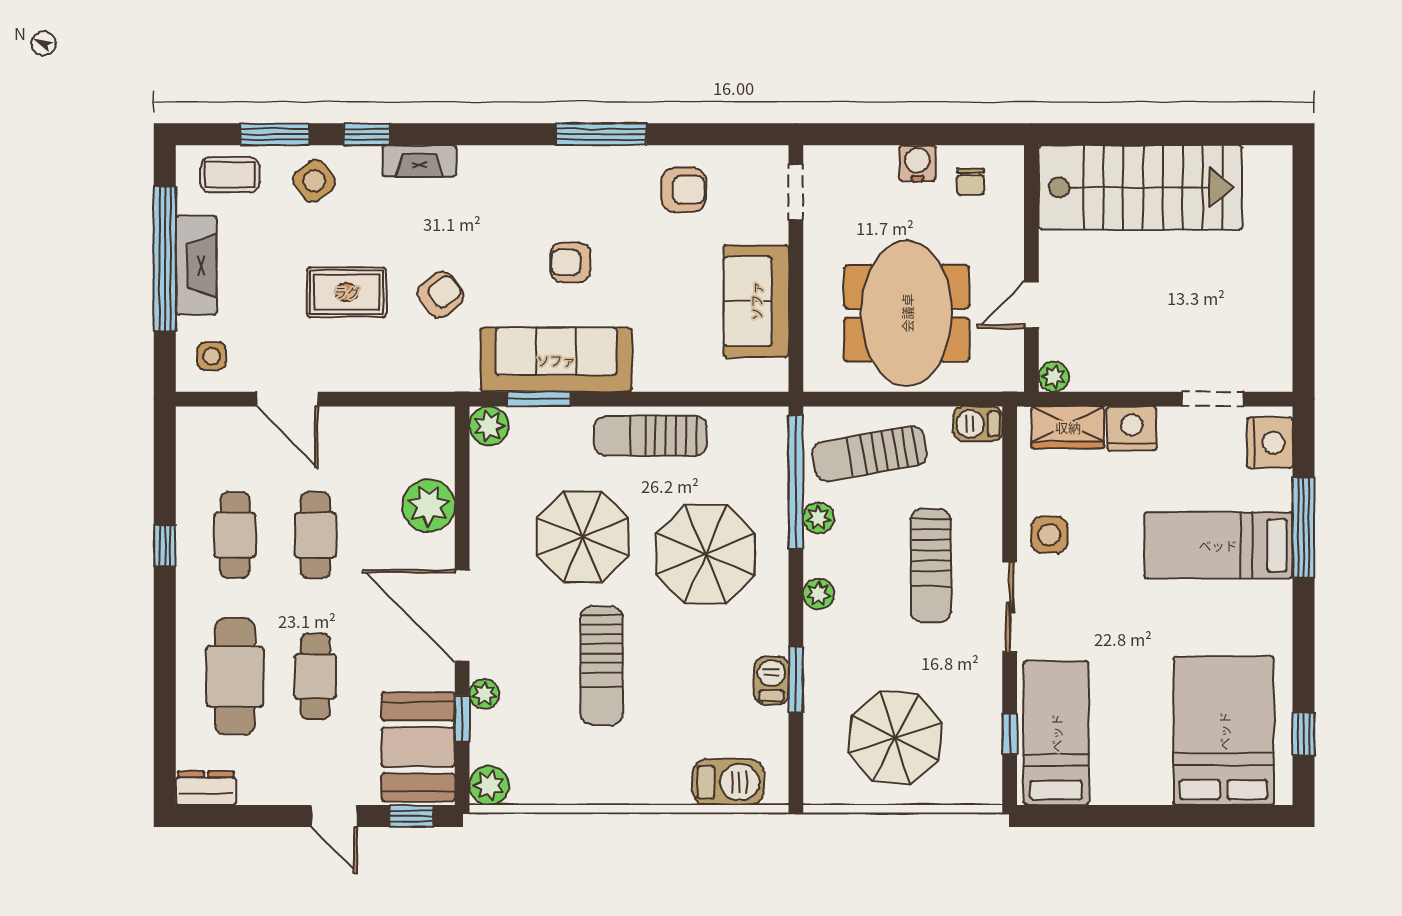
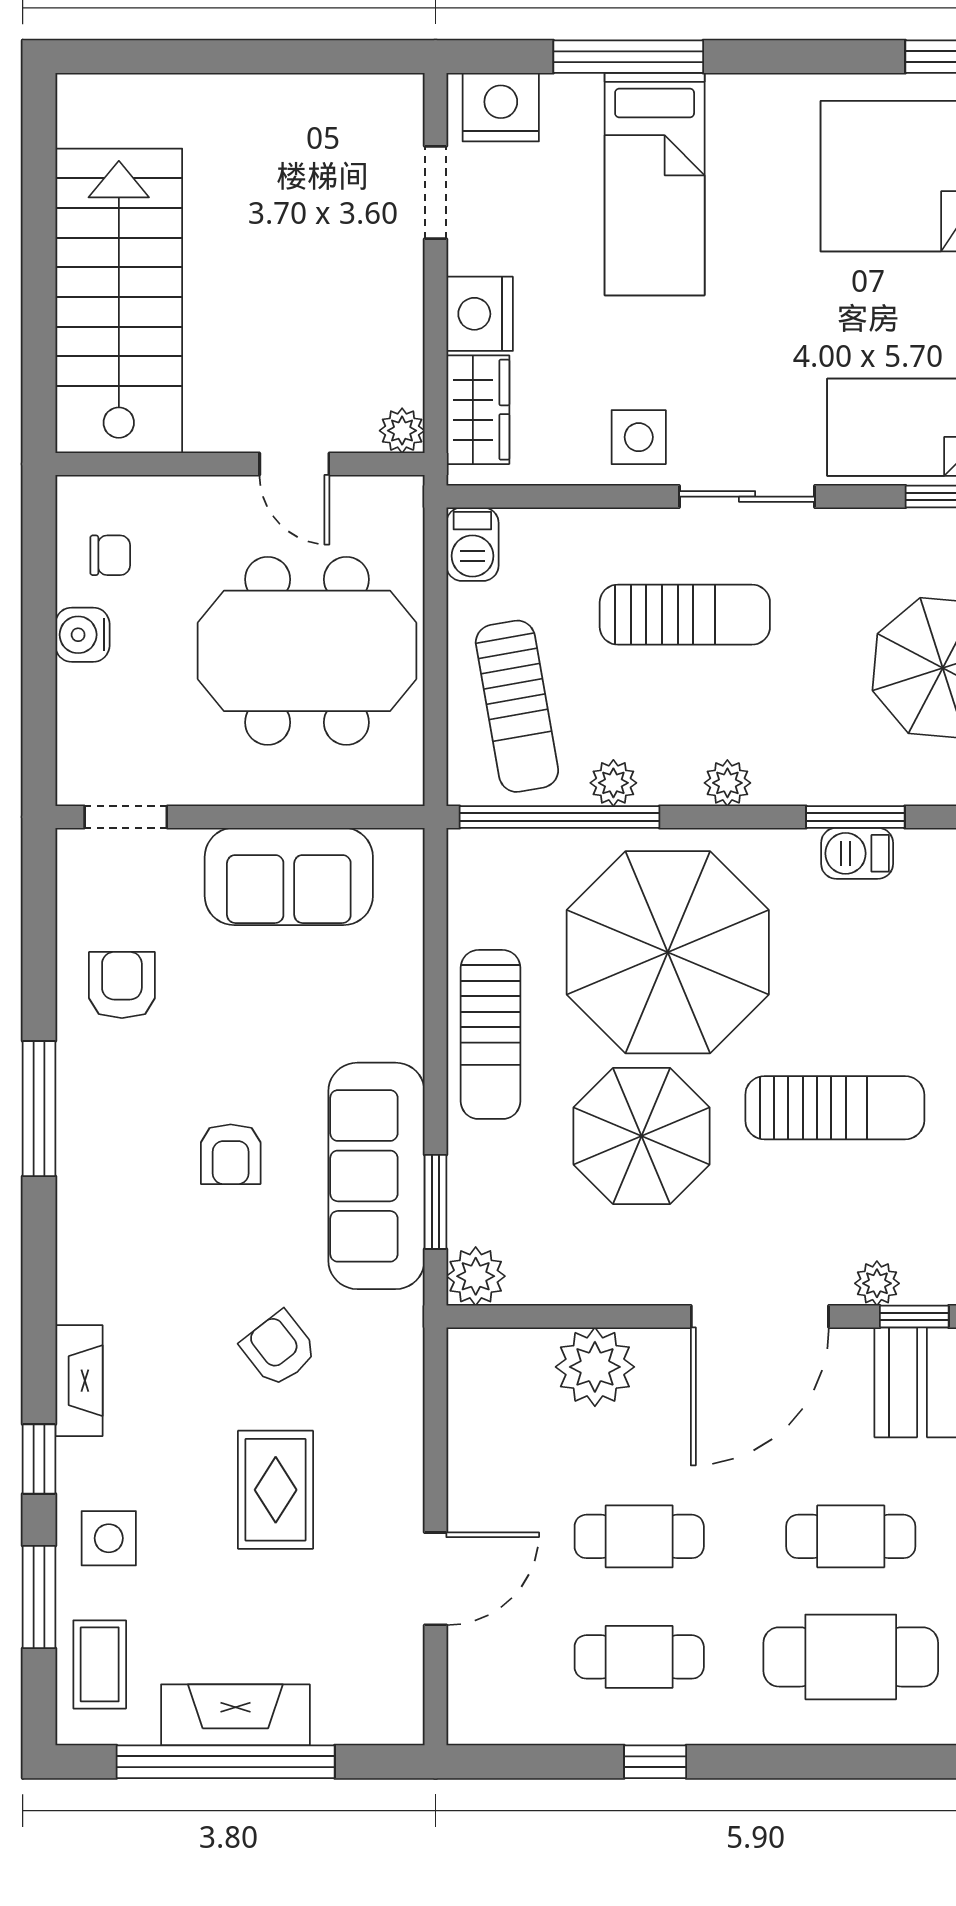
side table: (314, 181) -> (109, 1538), turned 38
side table: (212, 356) -> (371, 1692), removed
parasol: (705, 554) -> (668, 952), width x1.36, depth x1.36

